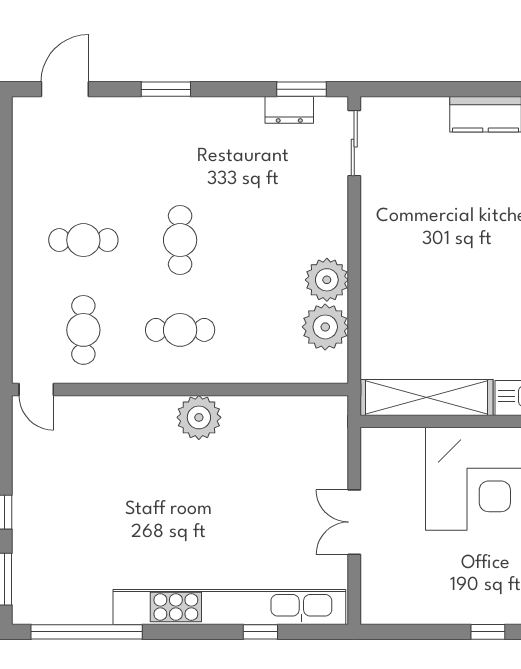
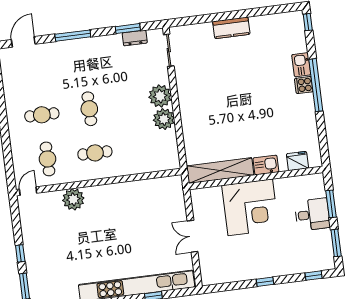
window: (166, 89) -> (73, 36), width x1.44
window: (302, 89) -> (128, 29), moved
plant: (325, 327) -> (160, 96), moved
door: (36, 390) -> (28, 191), swing flipped
plant: (199, 417) -> (73, 199), moved

